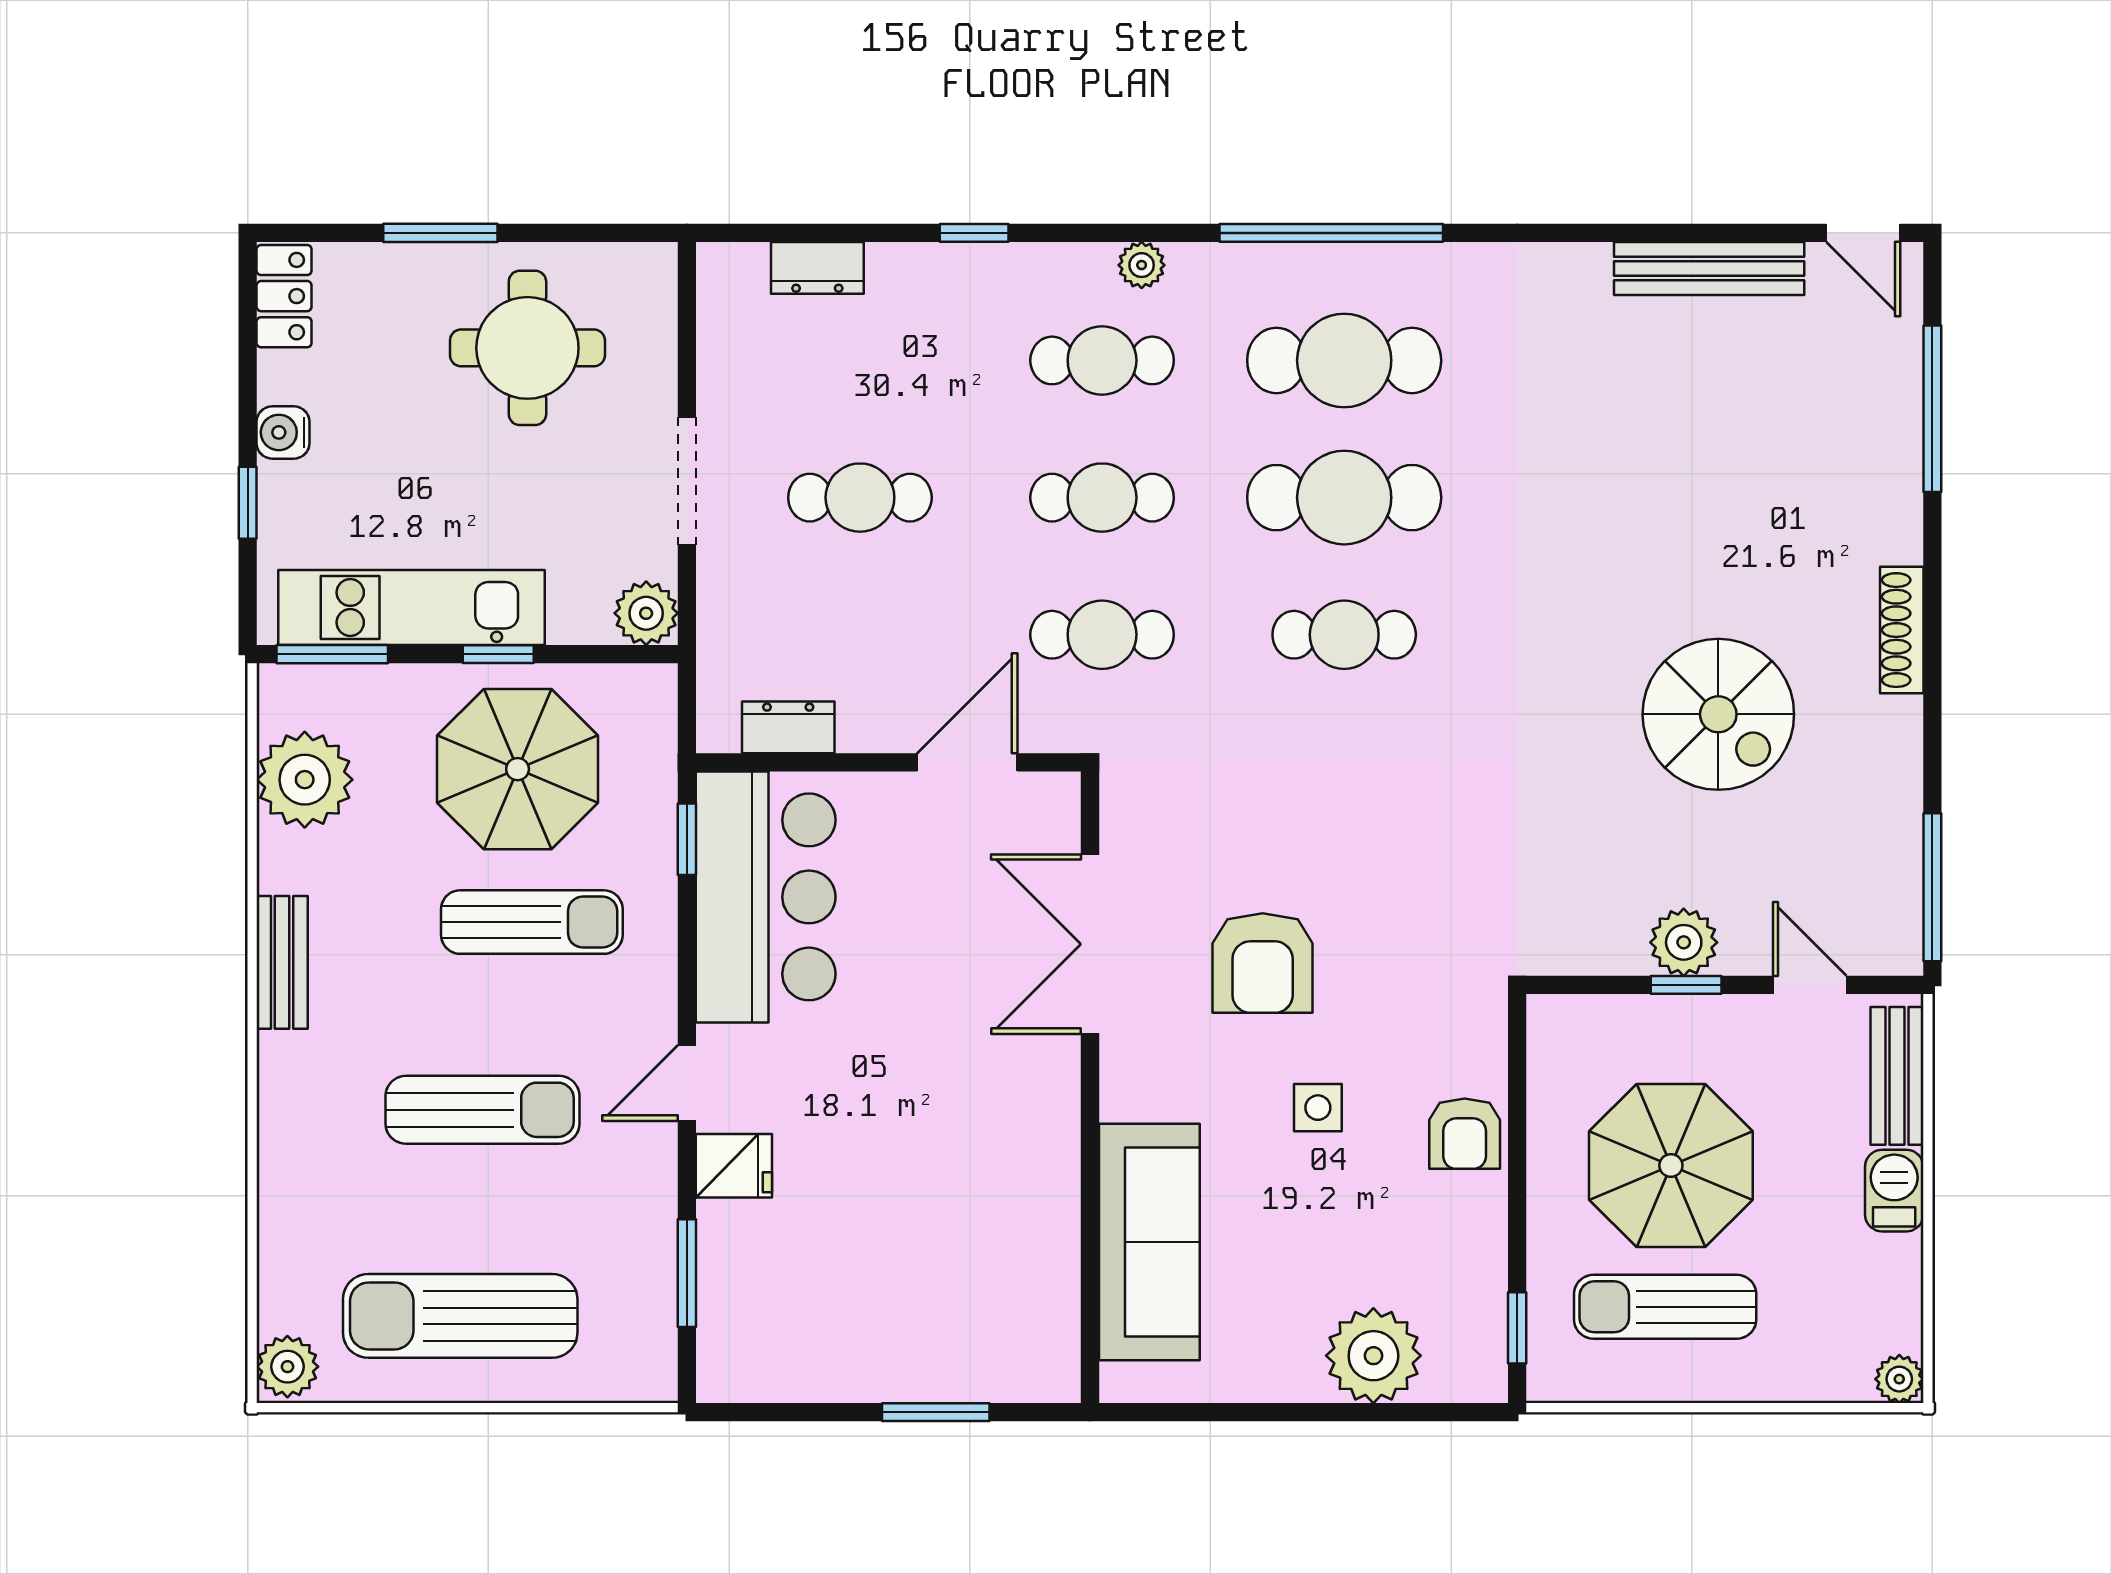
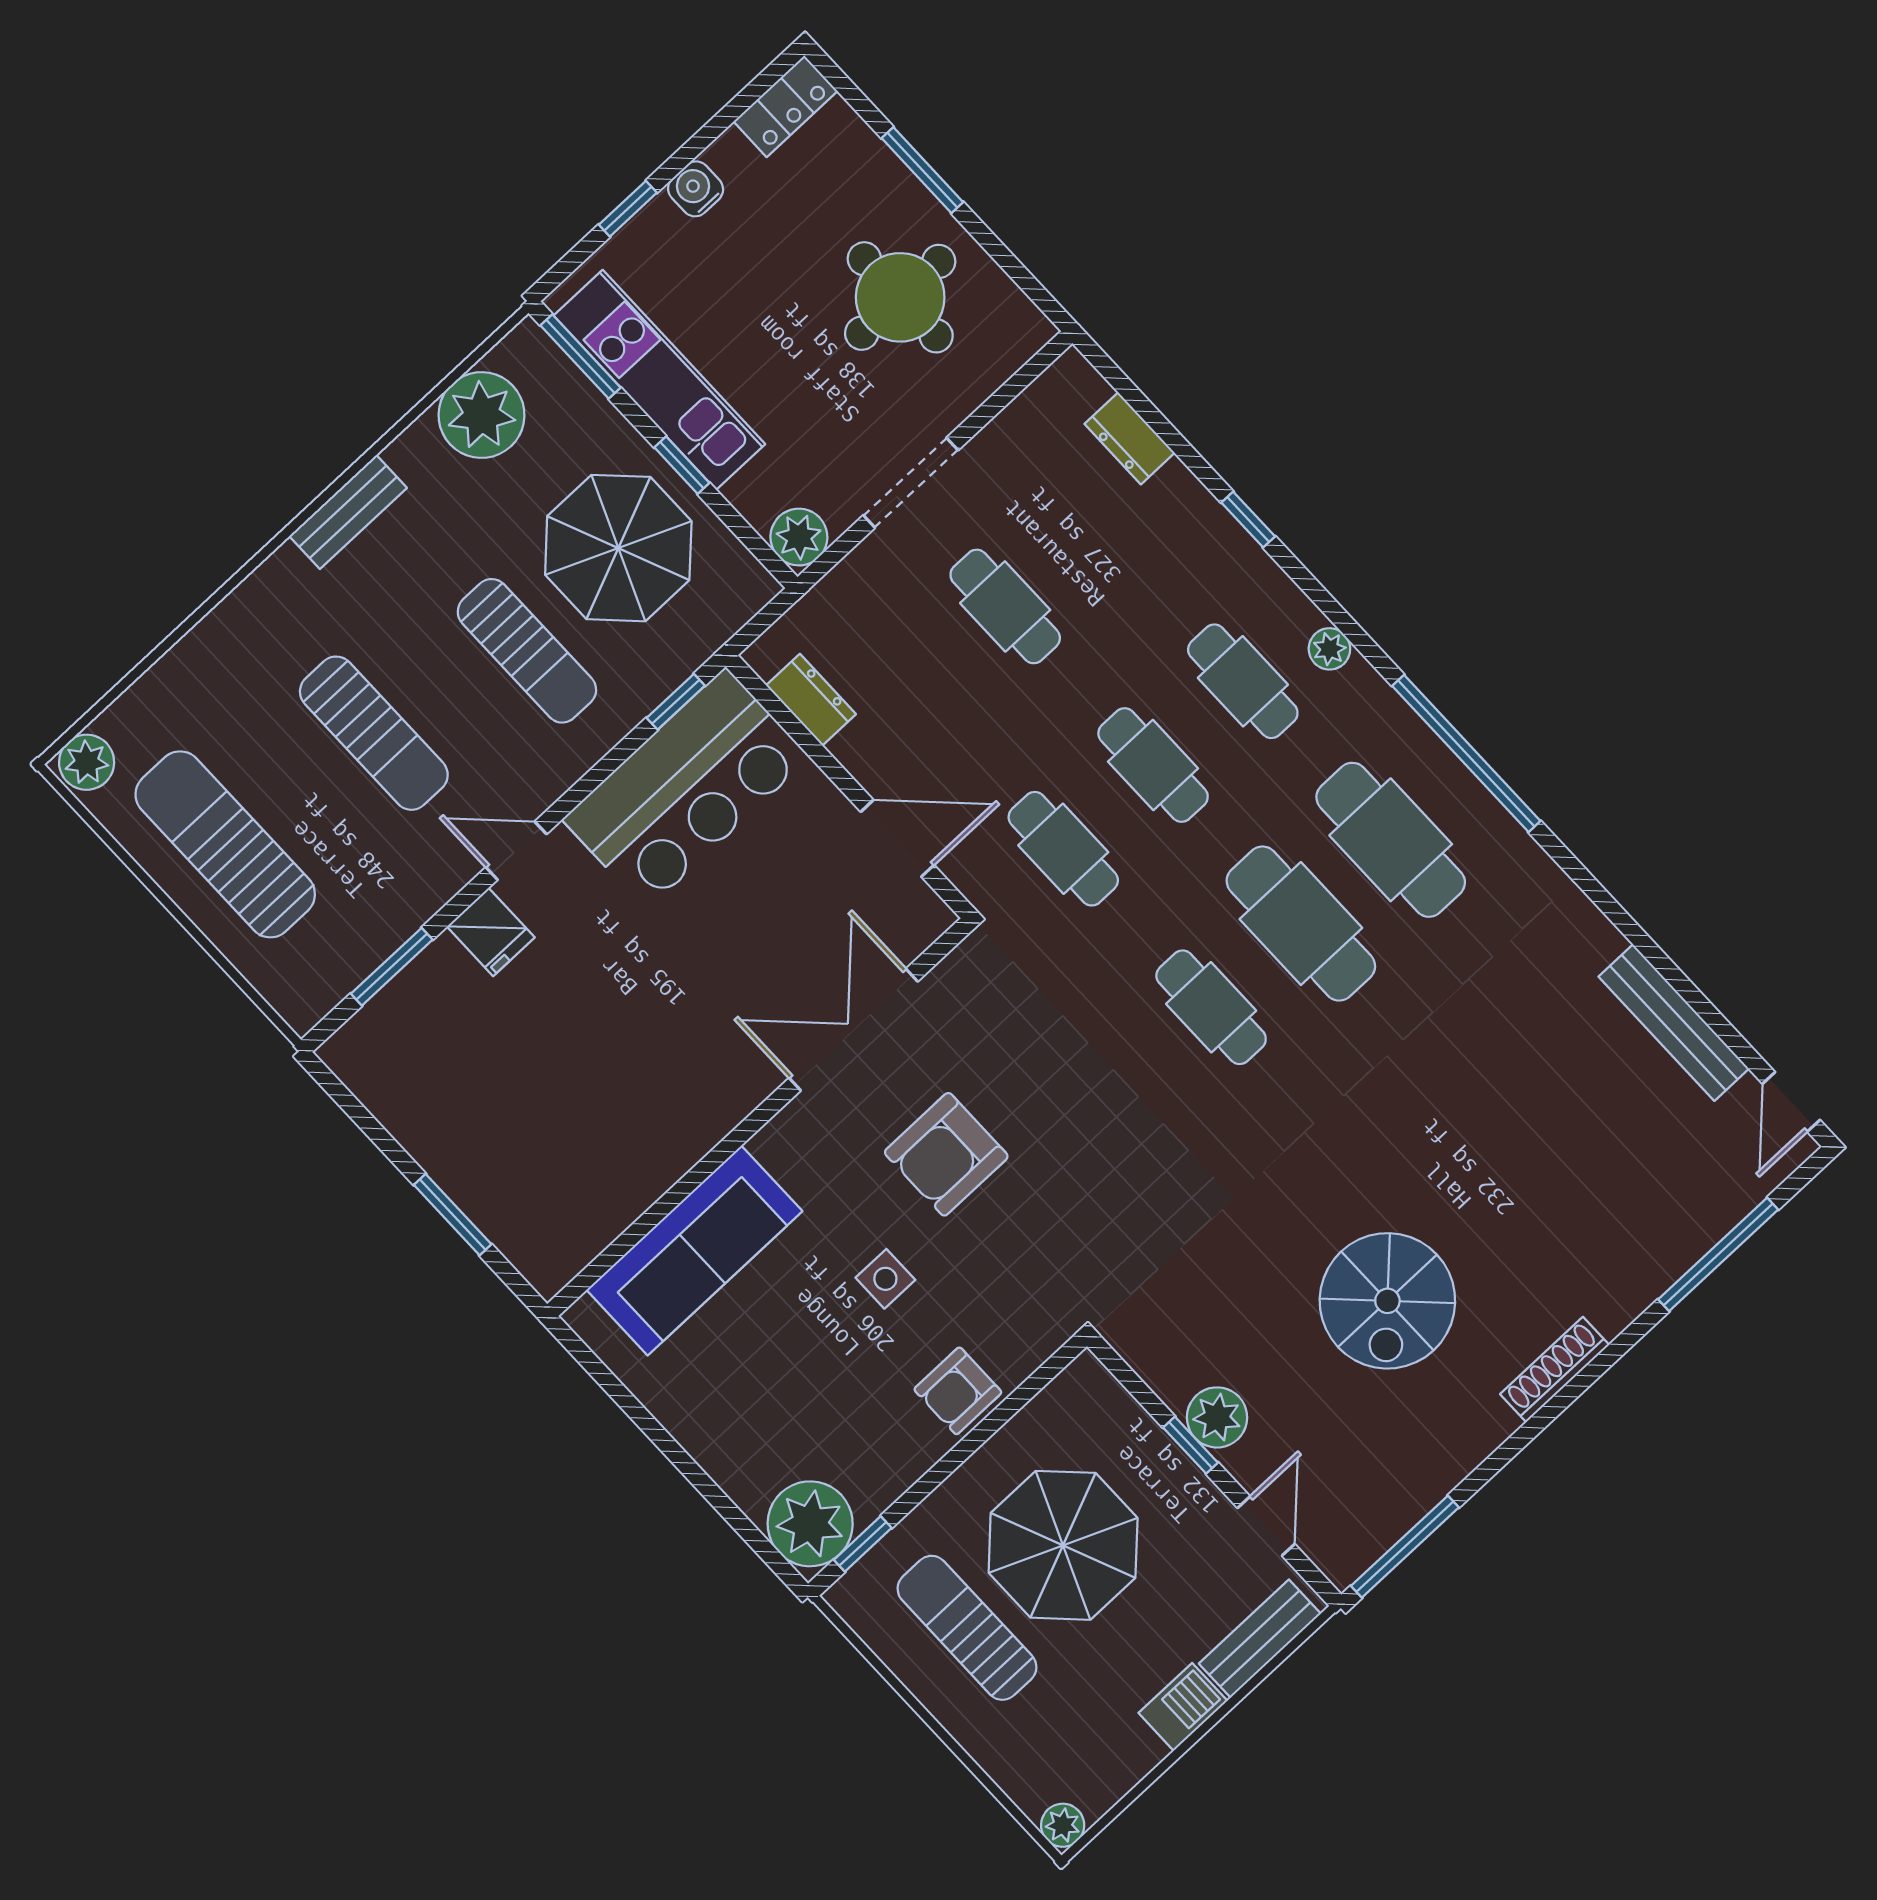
plant: (1373, 1356) -> (810, 1524), moved

